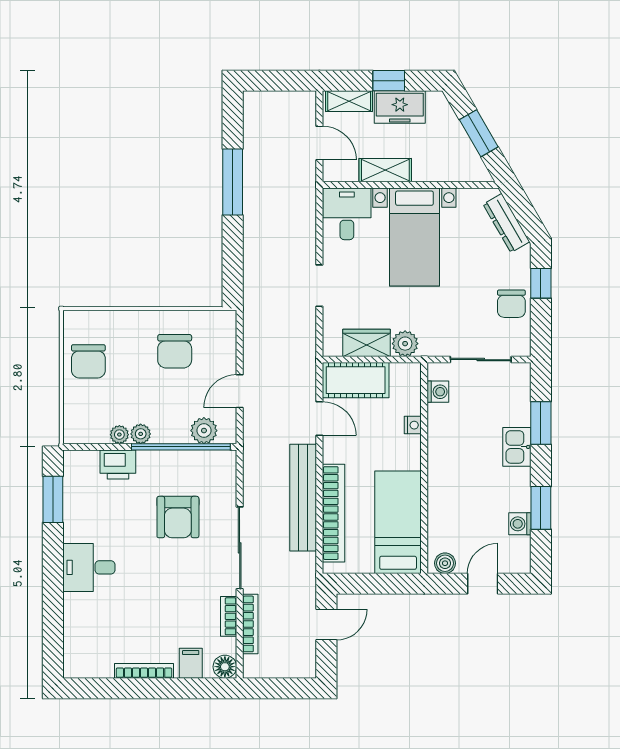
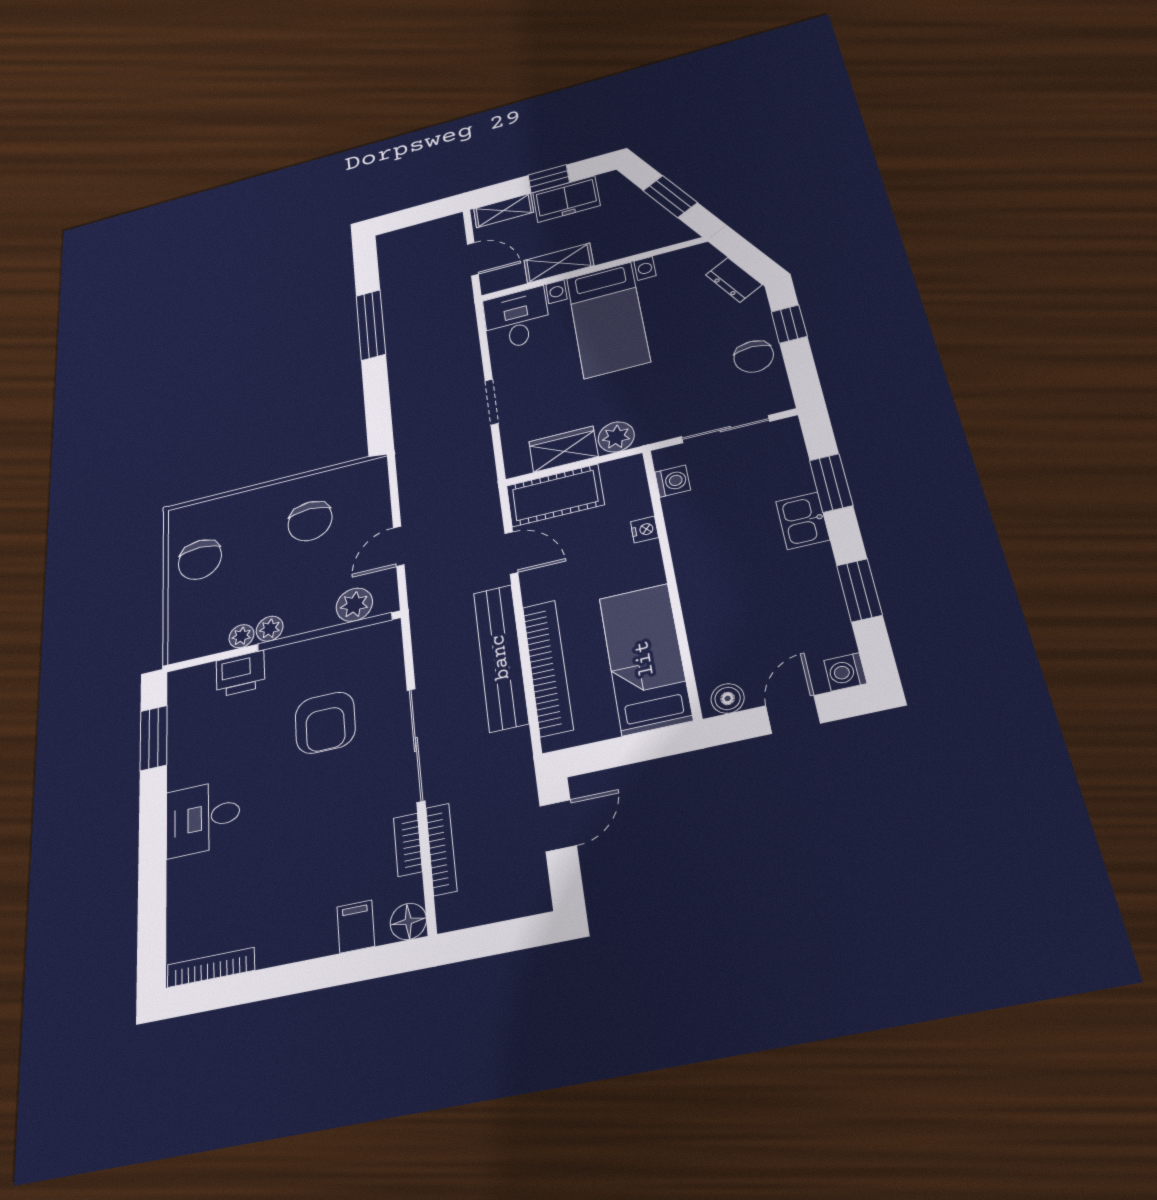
dresser: (506, 223) -> (734, 280), width x0.70
washing machine: (520, 524) -> (845, 672), moved
bookcase: (144, 671) -> (211, 967), moved

